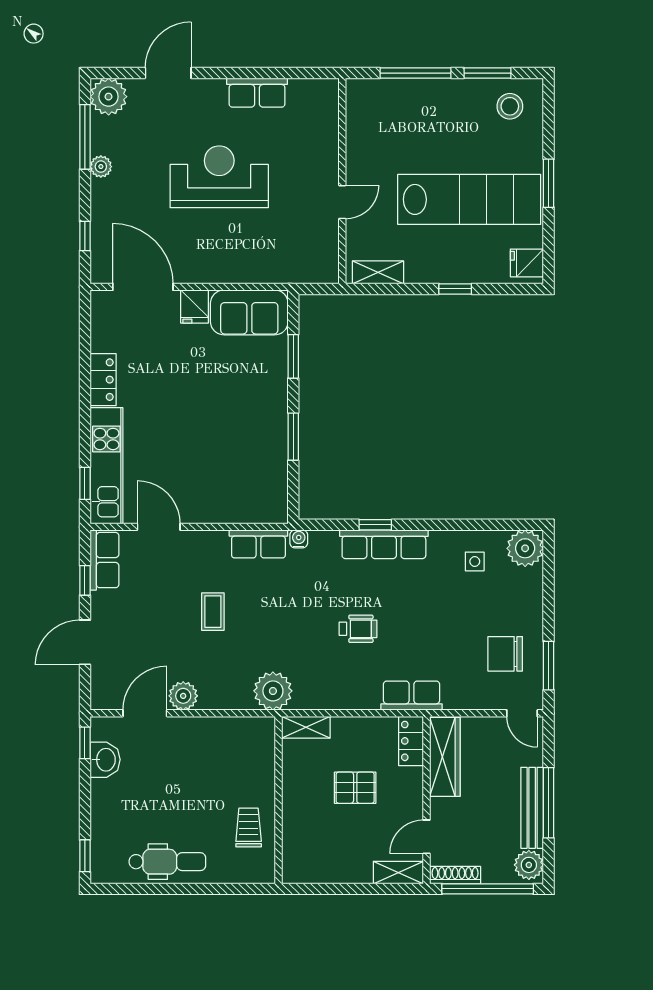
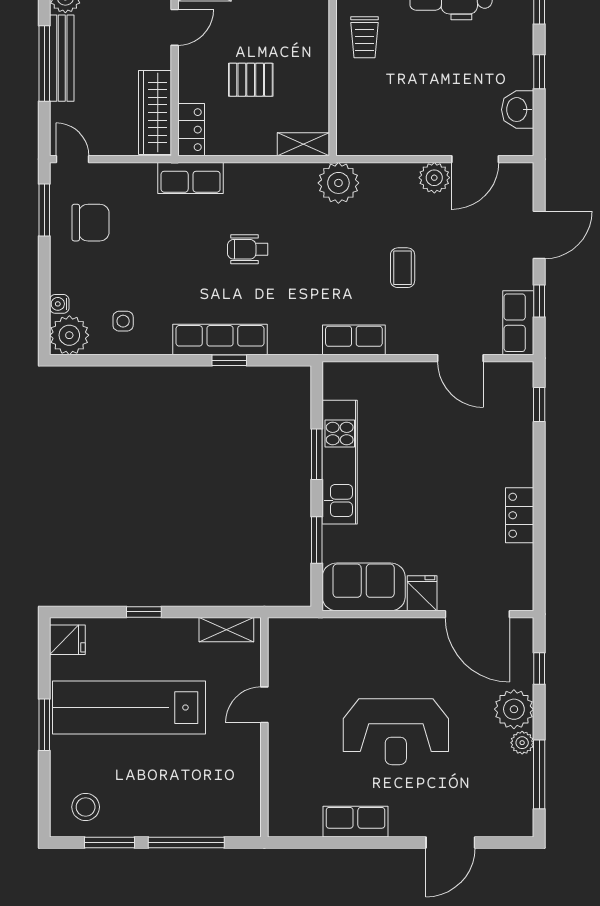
plant: (109, 97) -> (514, 709), moved
kitchen unit: (106, 466) -> (340, 462), moved, turned 180
water cooler: (299, 539) -> (59, 304), moved, turned 90
window: (85, 743) -> (539, 72), moved

